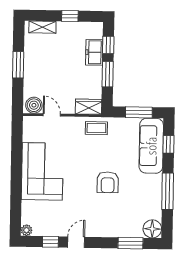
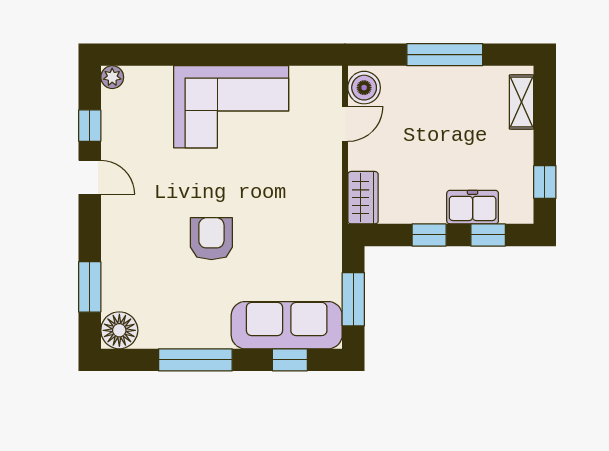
window: (70, 16) -> (545, 182), moved
window: (18, 65) -> (445, 55), width x1.44
window: (108, 74) -> (429, 235), width x0.67
coffee table: (96, 128) -> (320, 214), removed
armchair: (108, 182) -> (211, 239), turned 90

